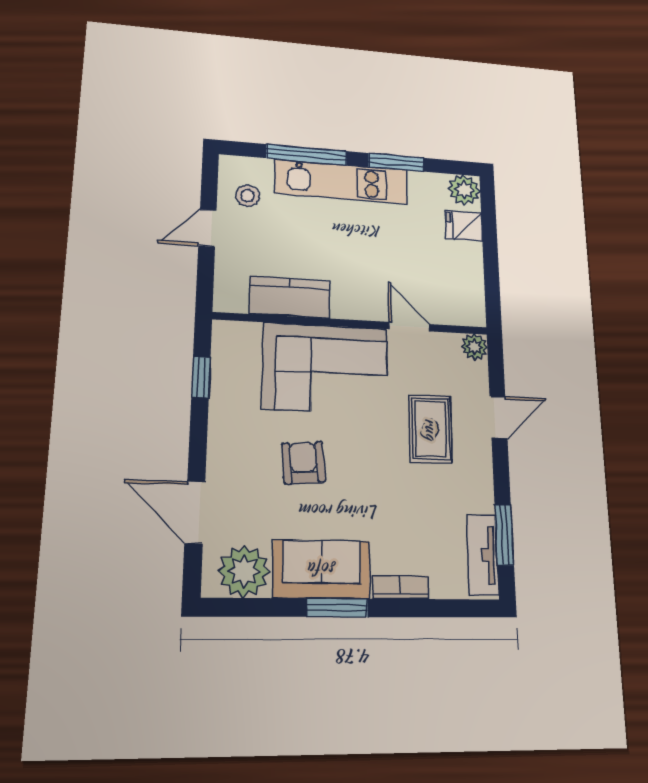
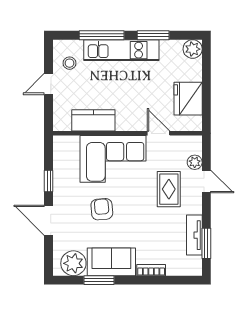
fridge: (464, 226) -> (188, 99), moved, width x1.88, depth x1.34
plant: (474, 347) -> (195, 162), moved
window: (201, 377) -> (49, 181), moved
door: (498, 417) -> (206, 181), hinge flipped
door: (195, 512) -> (49, 220), moved
tv unit: (483, 555) -> (194, 235), moved
window: (337, 608) -> (99, 280), moved

